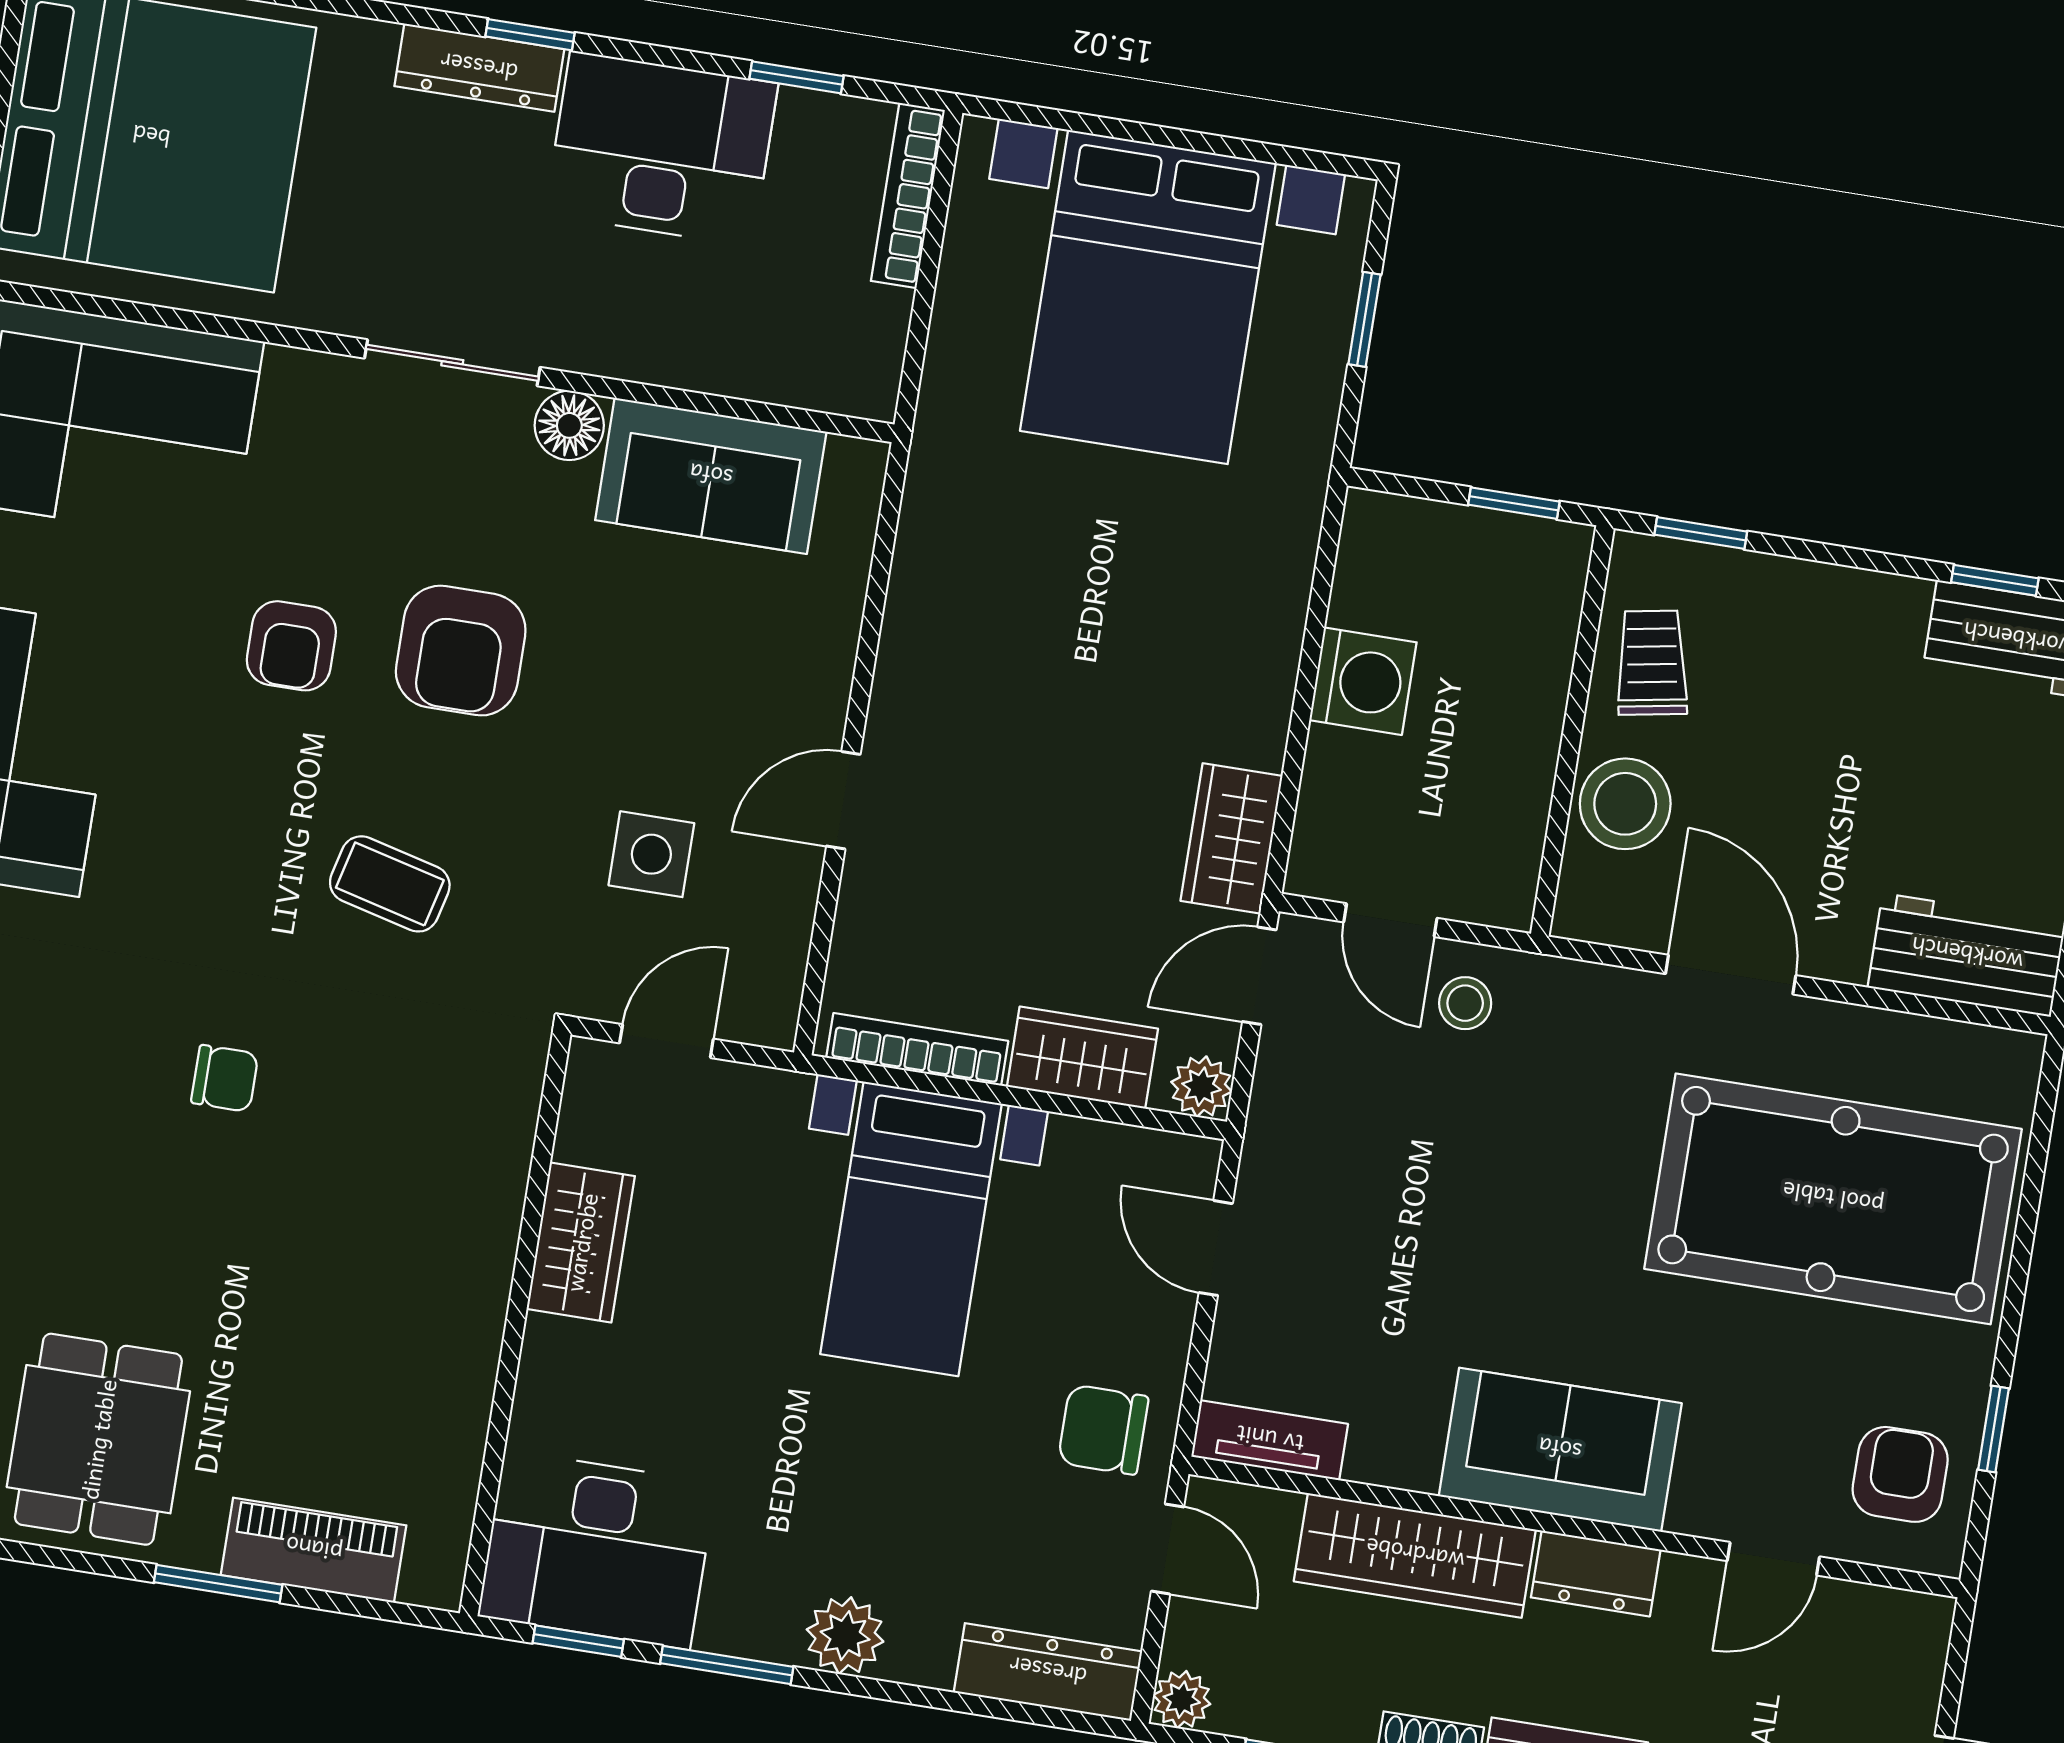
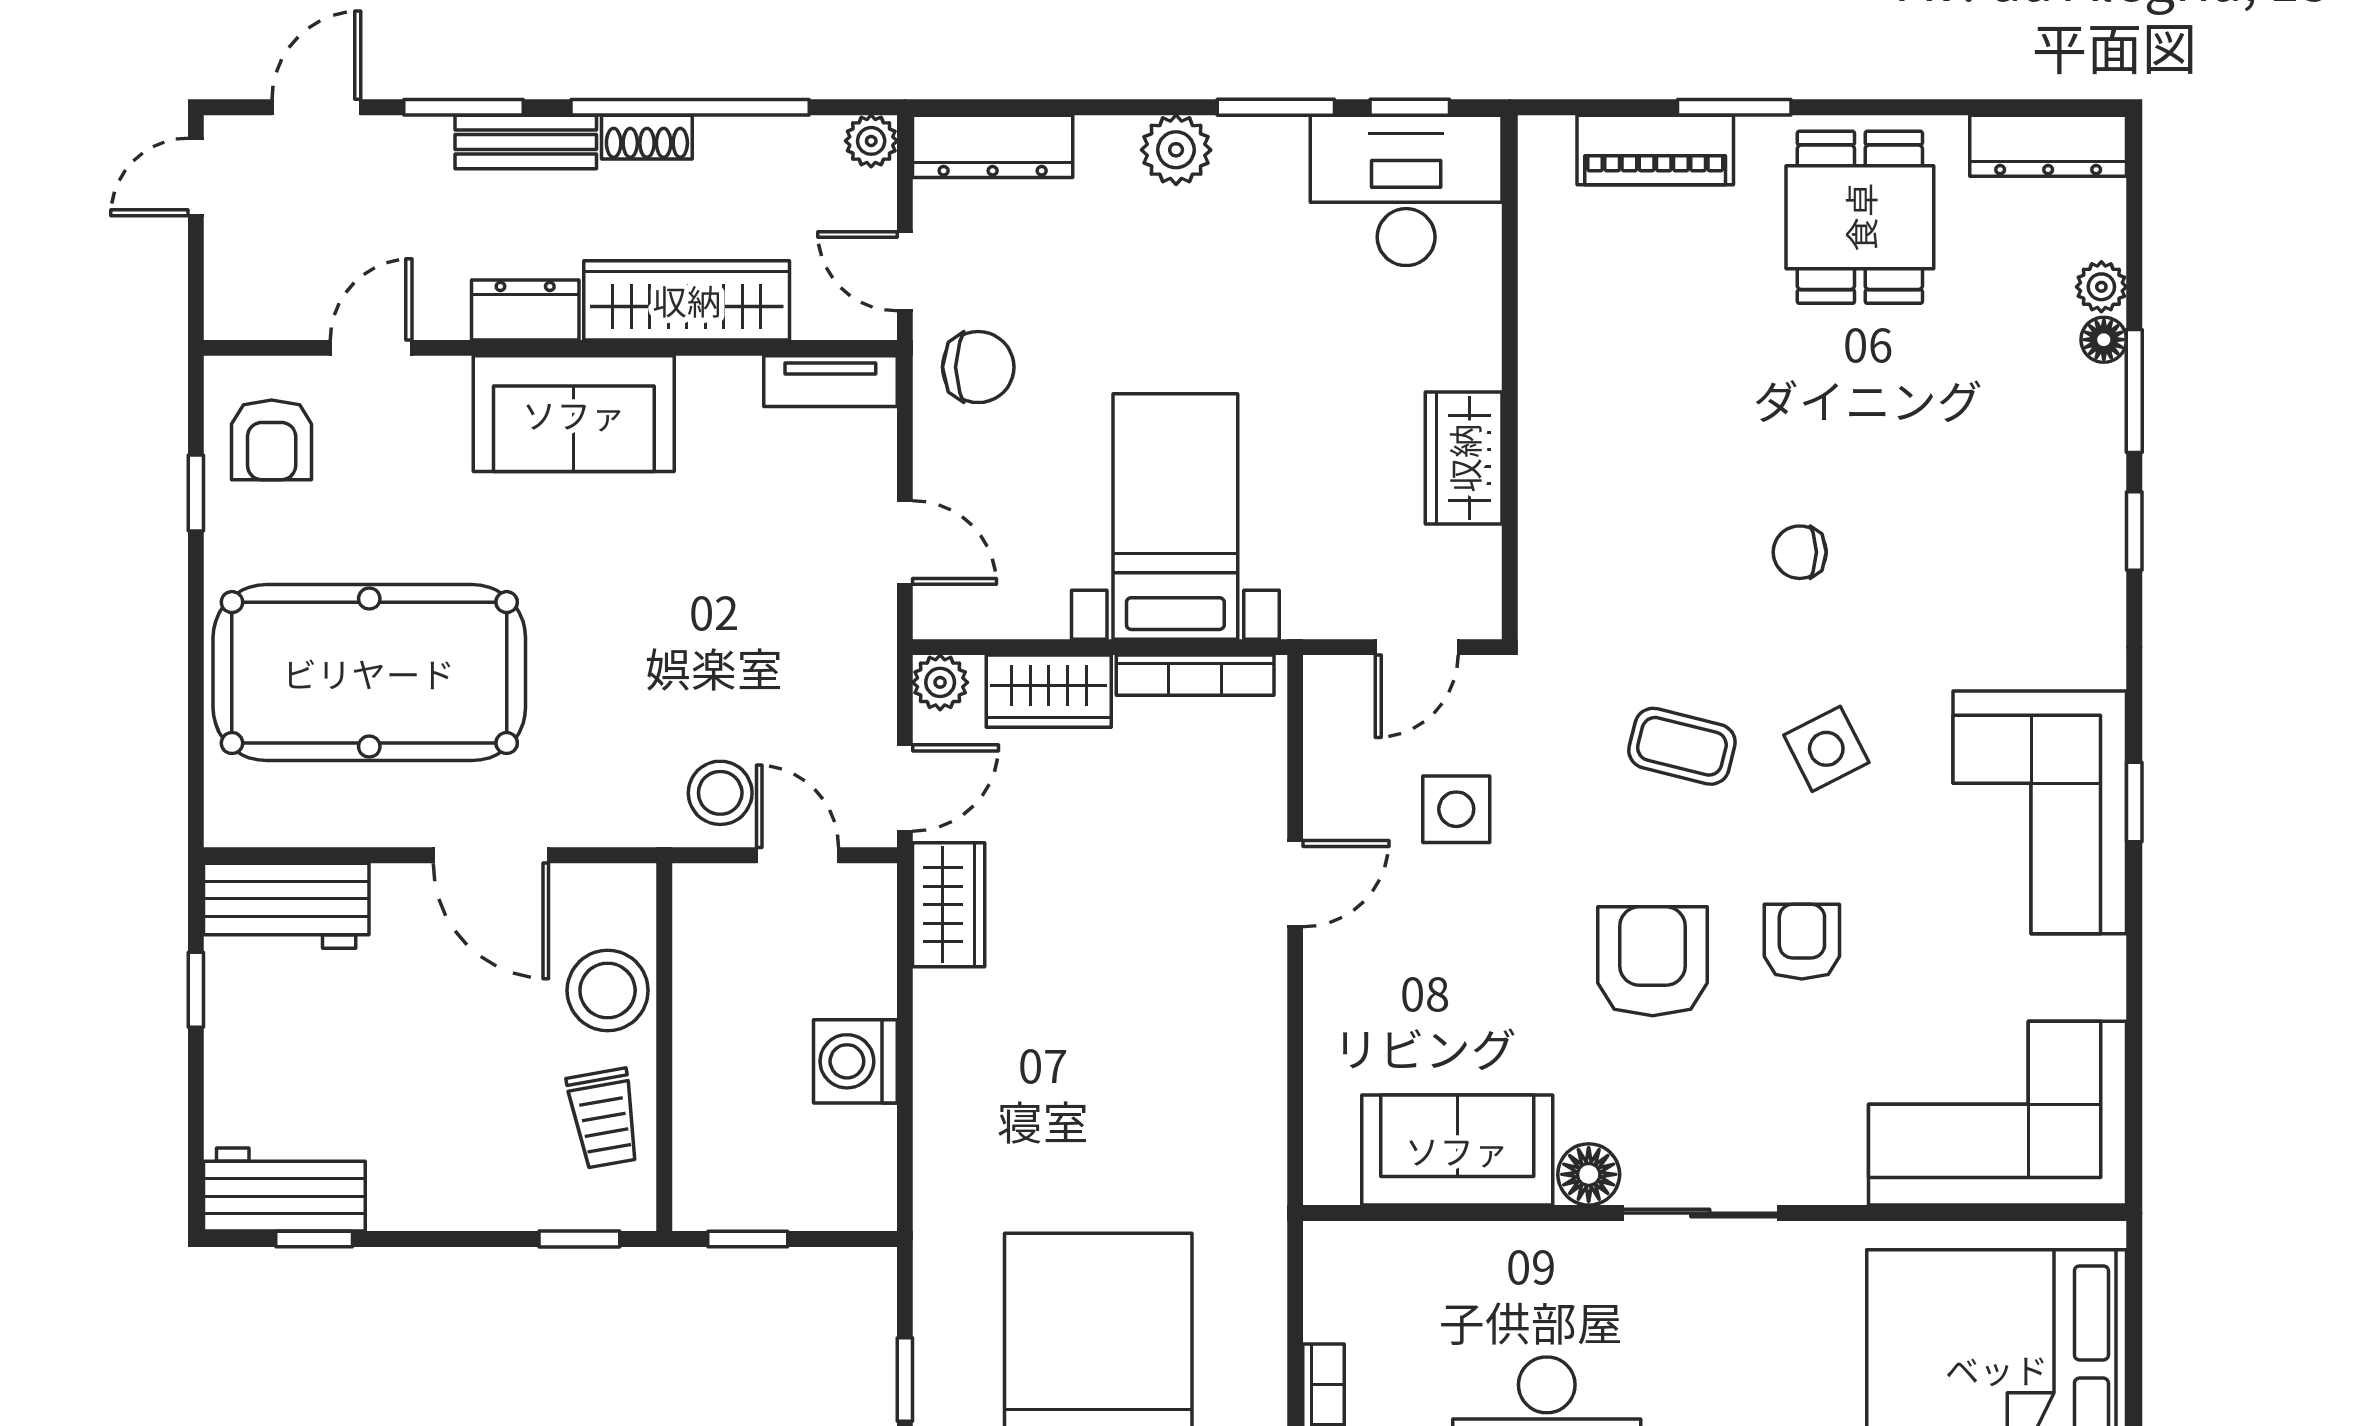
side table: (230, 855) -> (1826, 749), added
stool: (1465, 1003) -> (720, 793), width x1.37, depth x1.37

